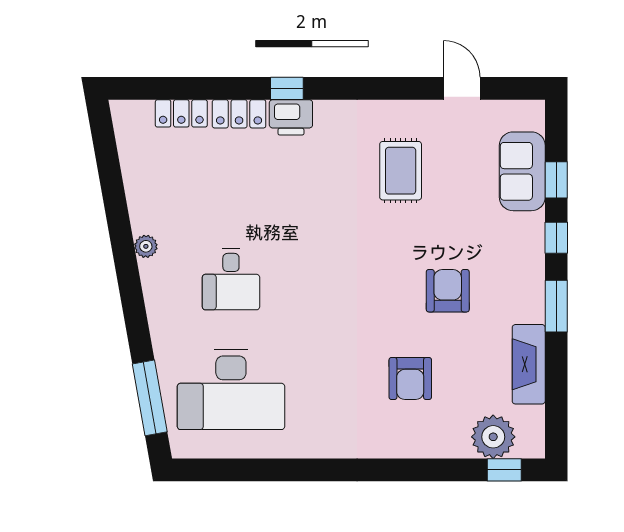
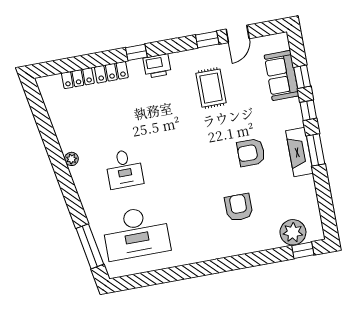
window: (409, 88) -> (207, 39), added
door: (462, 88) -> (238, 34), swing flipped
printer: (291, 117) -> (157, 66), moved
armchair: (448, 291) -> (251, 153), turned -90
fireplace: (529, 364) -> (299, 152), moved
armchair: (410, 378) -> (239, 207), turned 180

